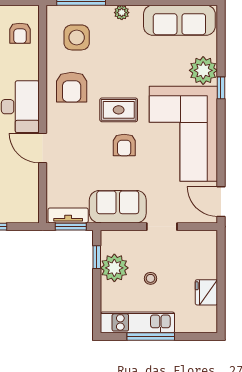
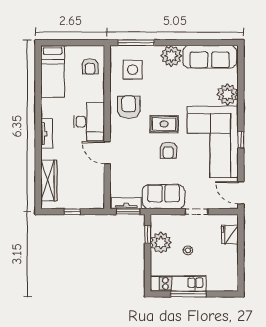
plant: (122, 13) -> (171, 56), width x1.87, depth x1.87
armchair: (72, 87) -> (129, 107), turned 180
window: (221, 88) -> (241, 140), moved
fridge: (206, 292) -> (230, 235), moved

